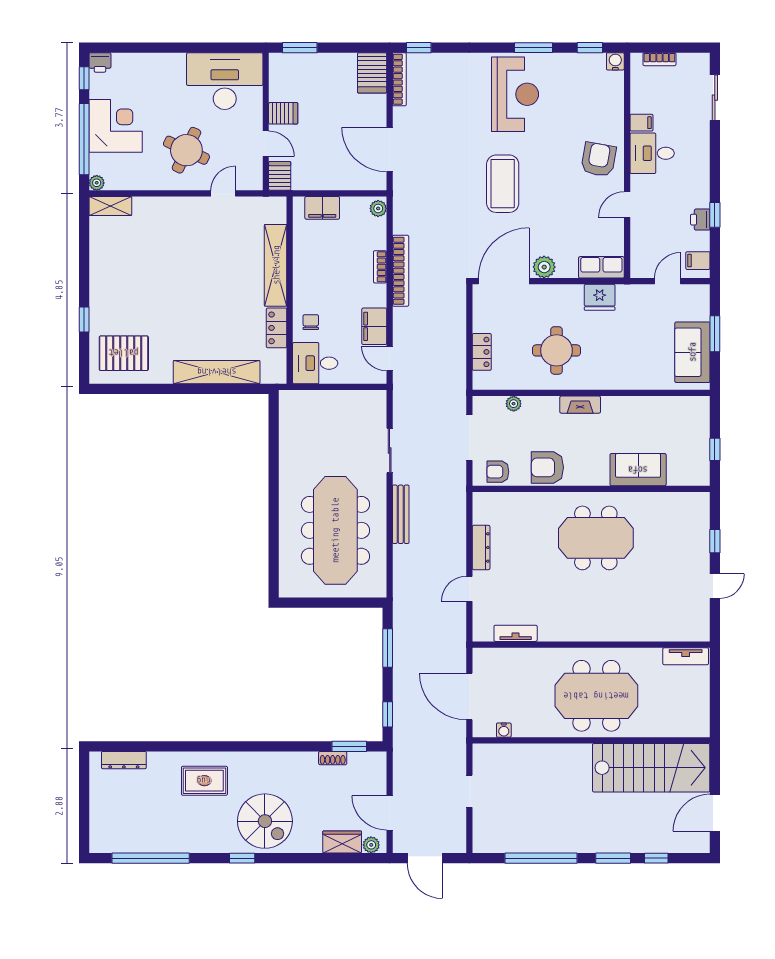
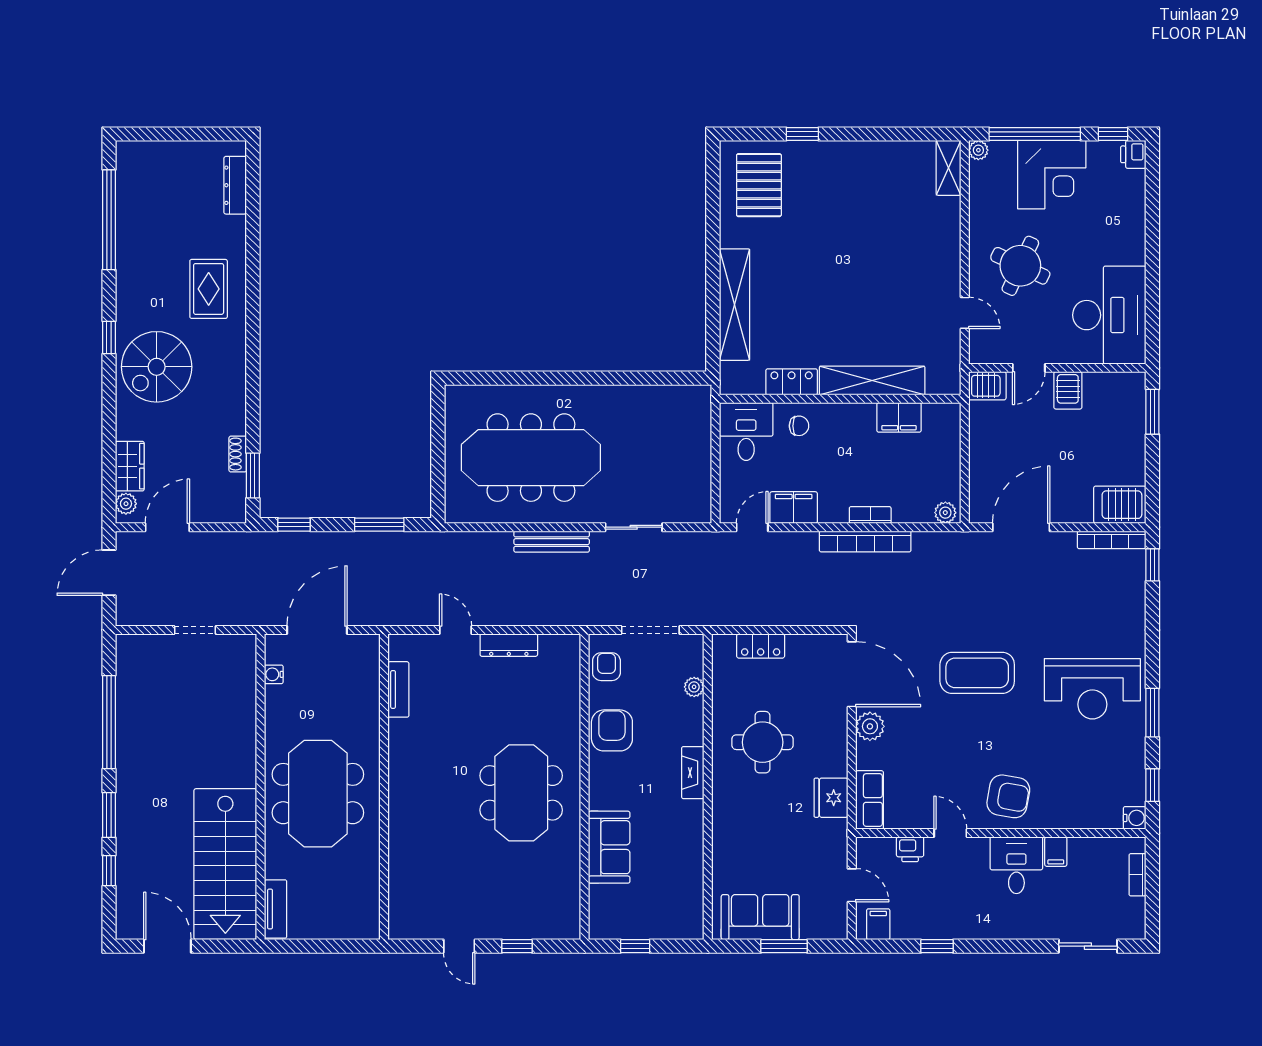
filing cabinet: (322, 208) -> (899, 417), moved, turned -90
printer: (700, 220) -> (910, 849), moved, turned 180
tv unit: (686, 656) -> (276, 909), moved, turned 180

